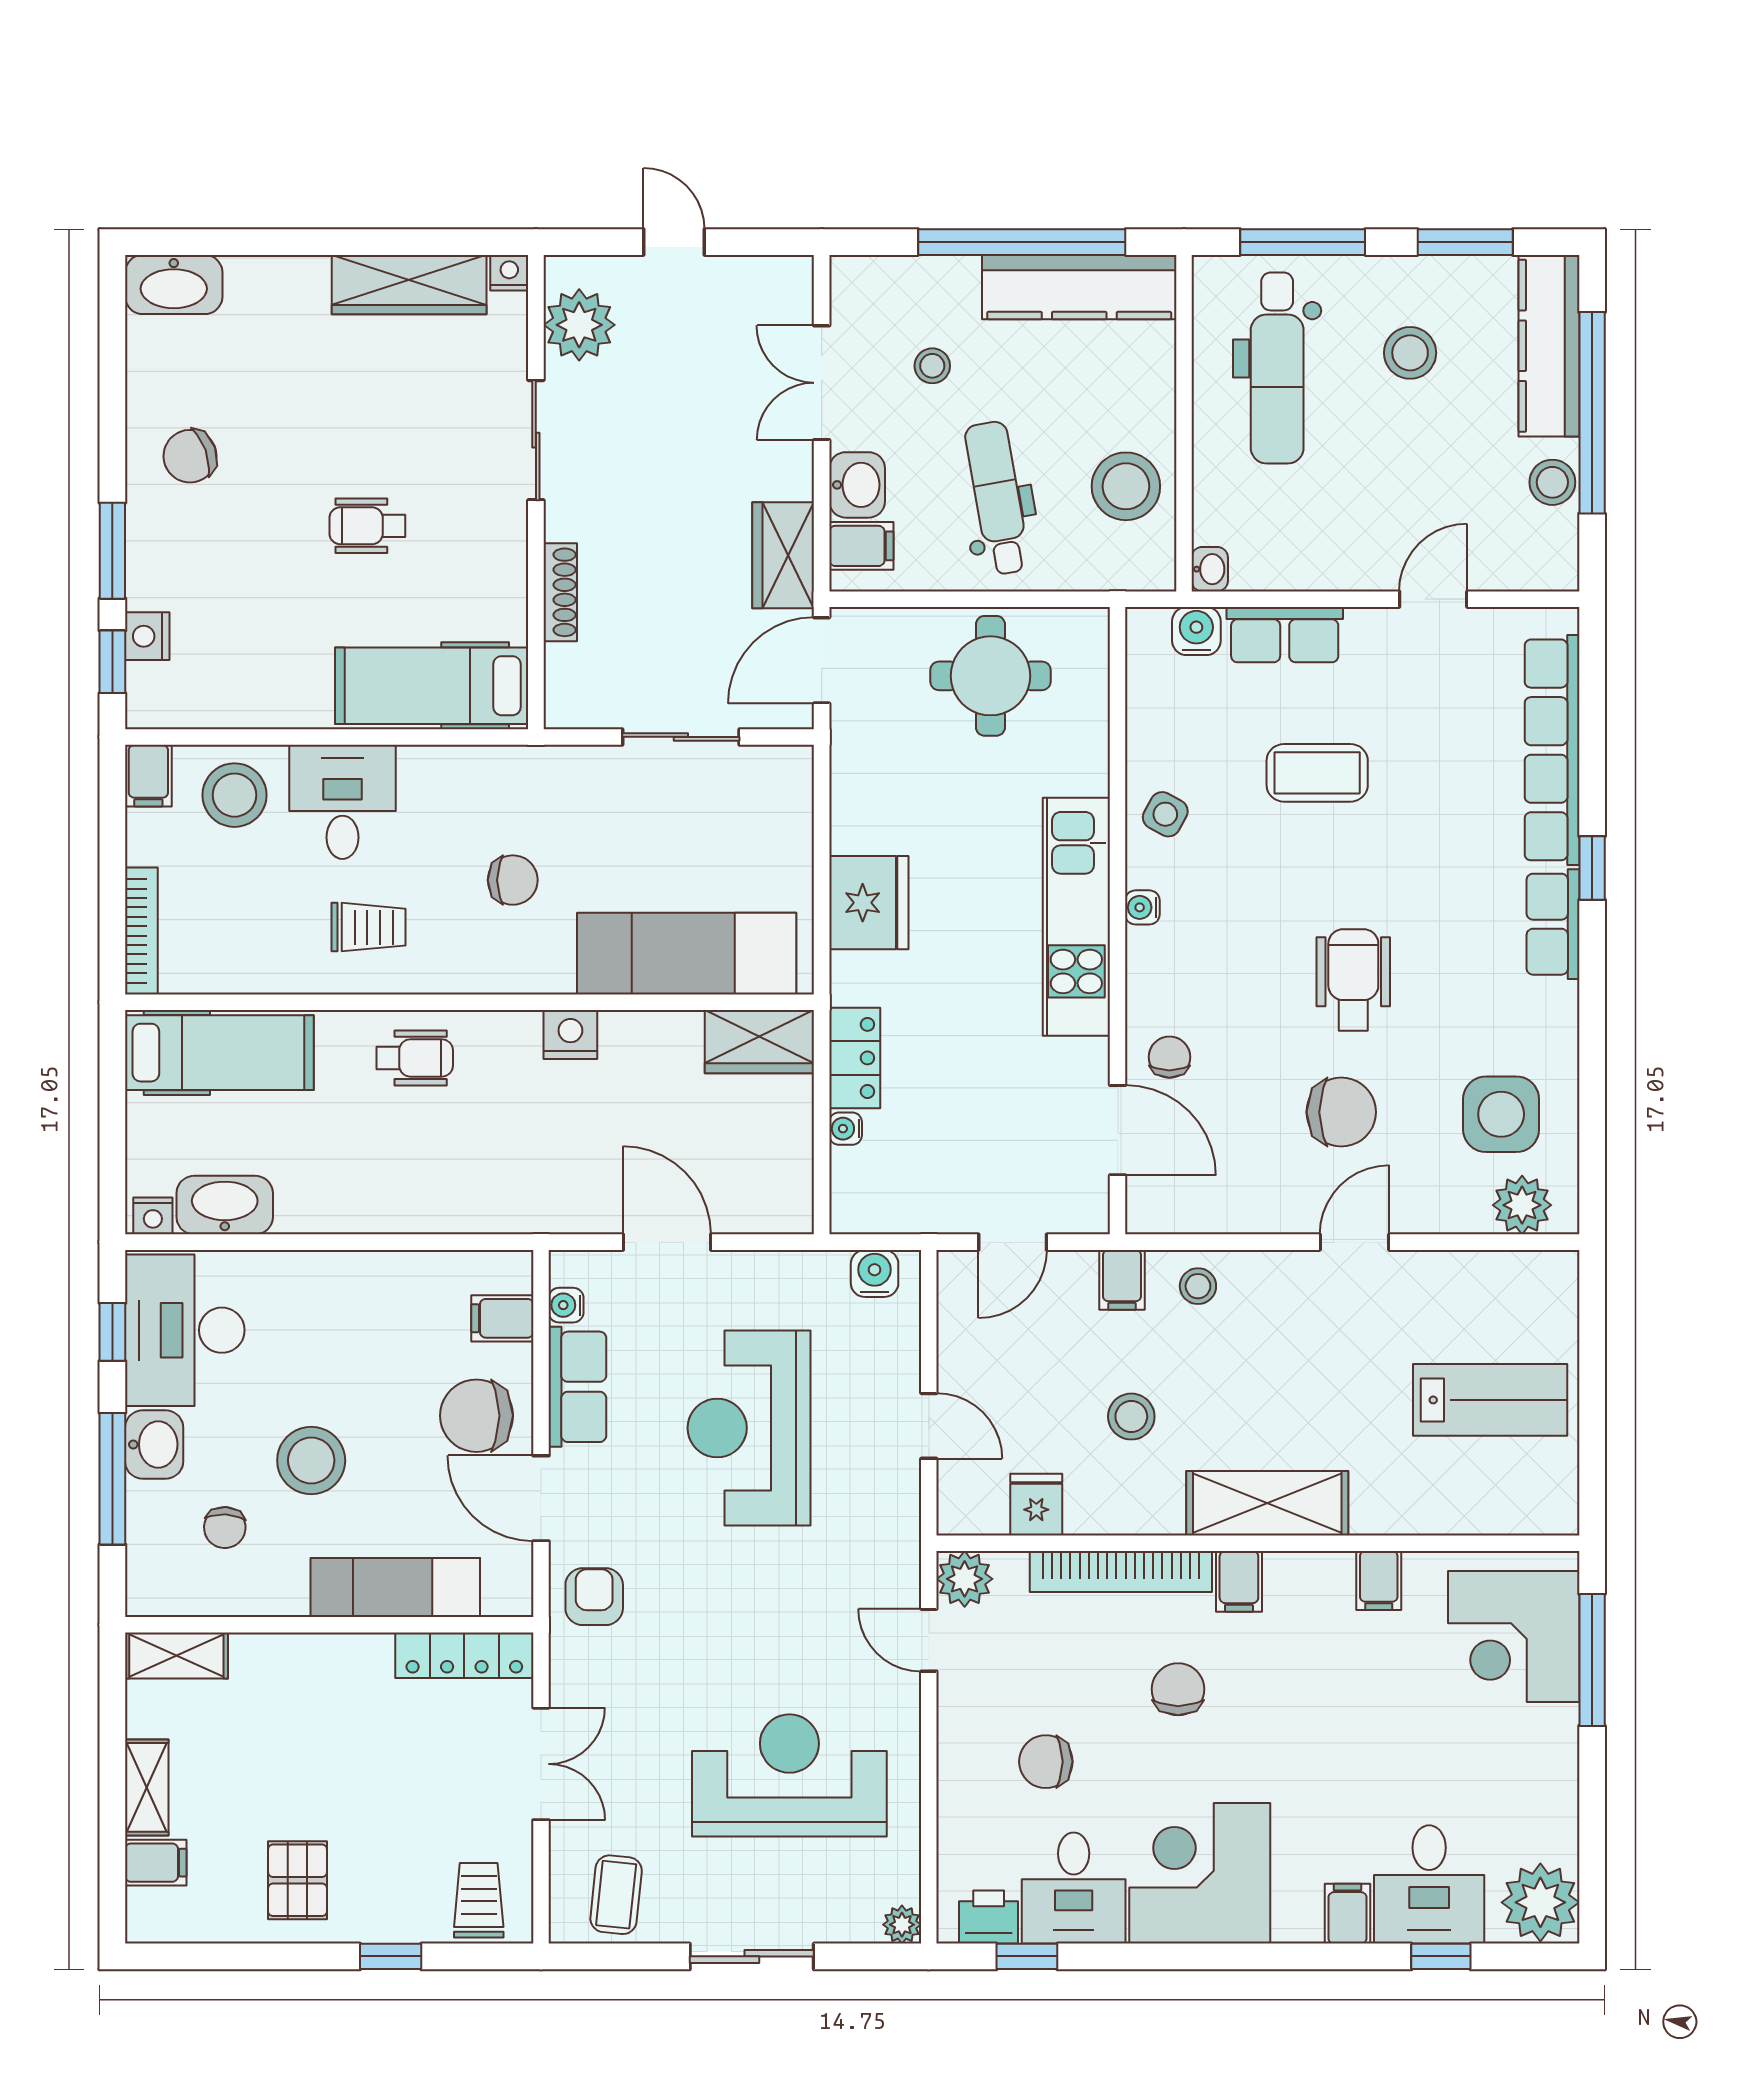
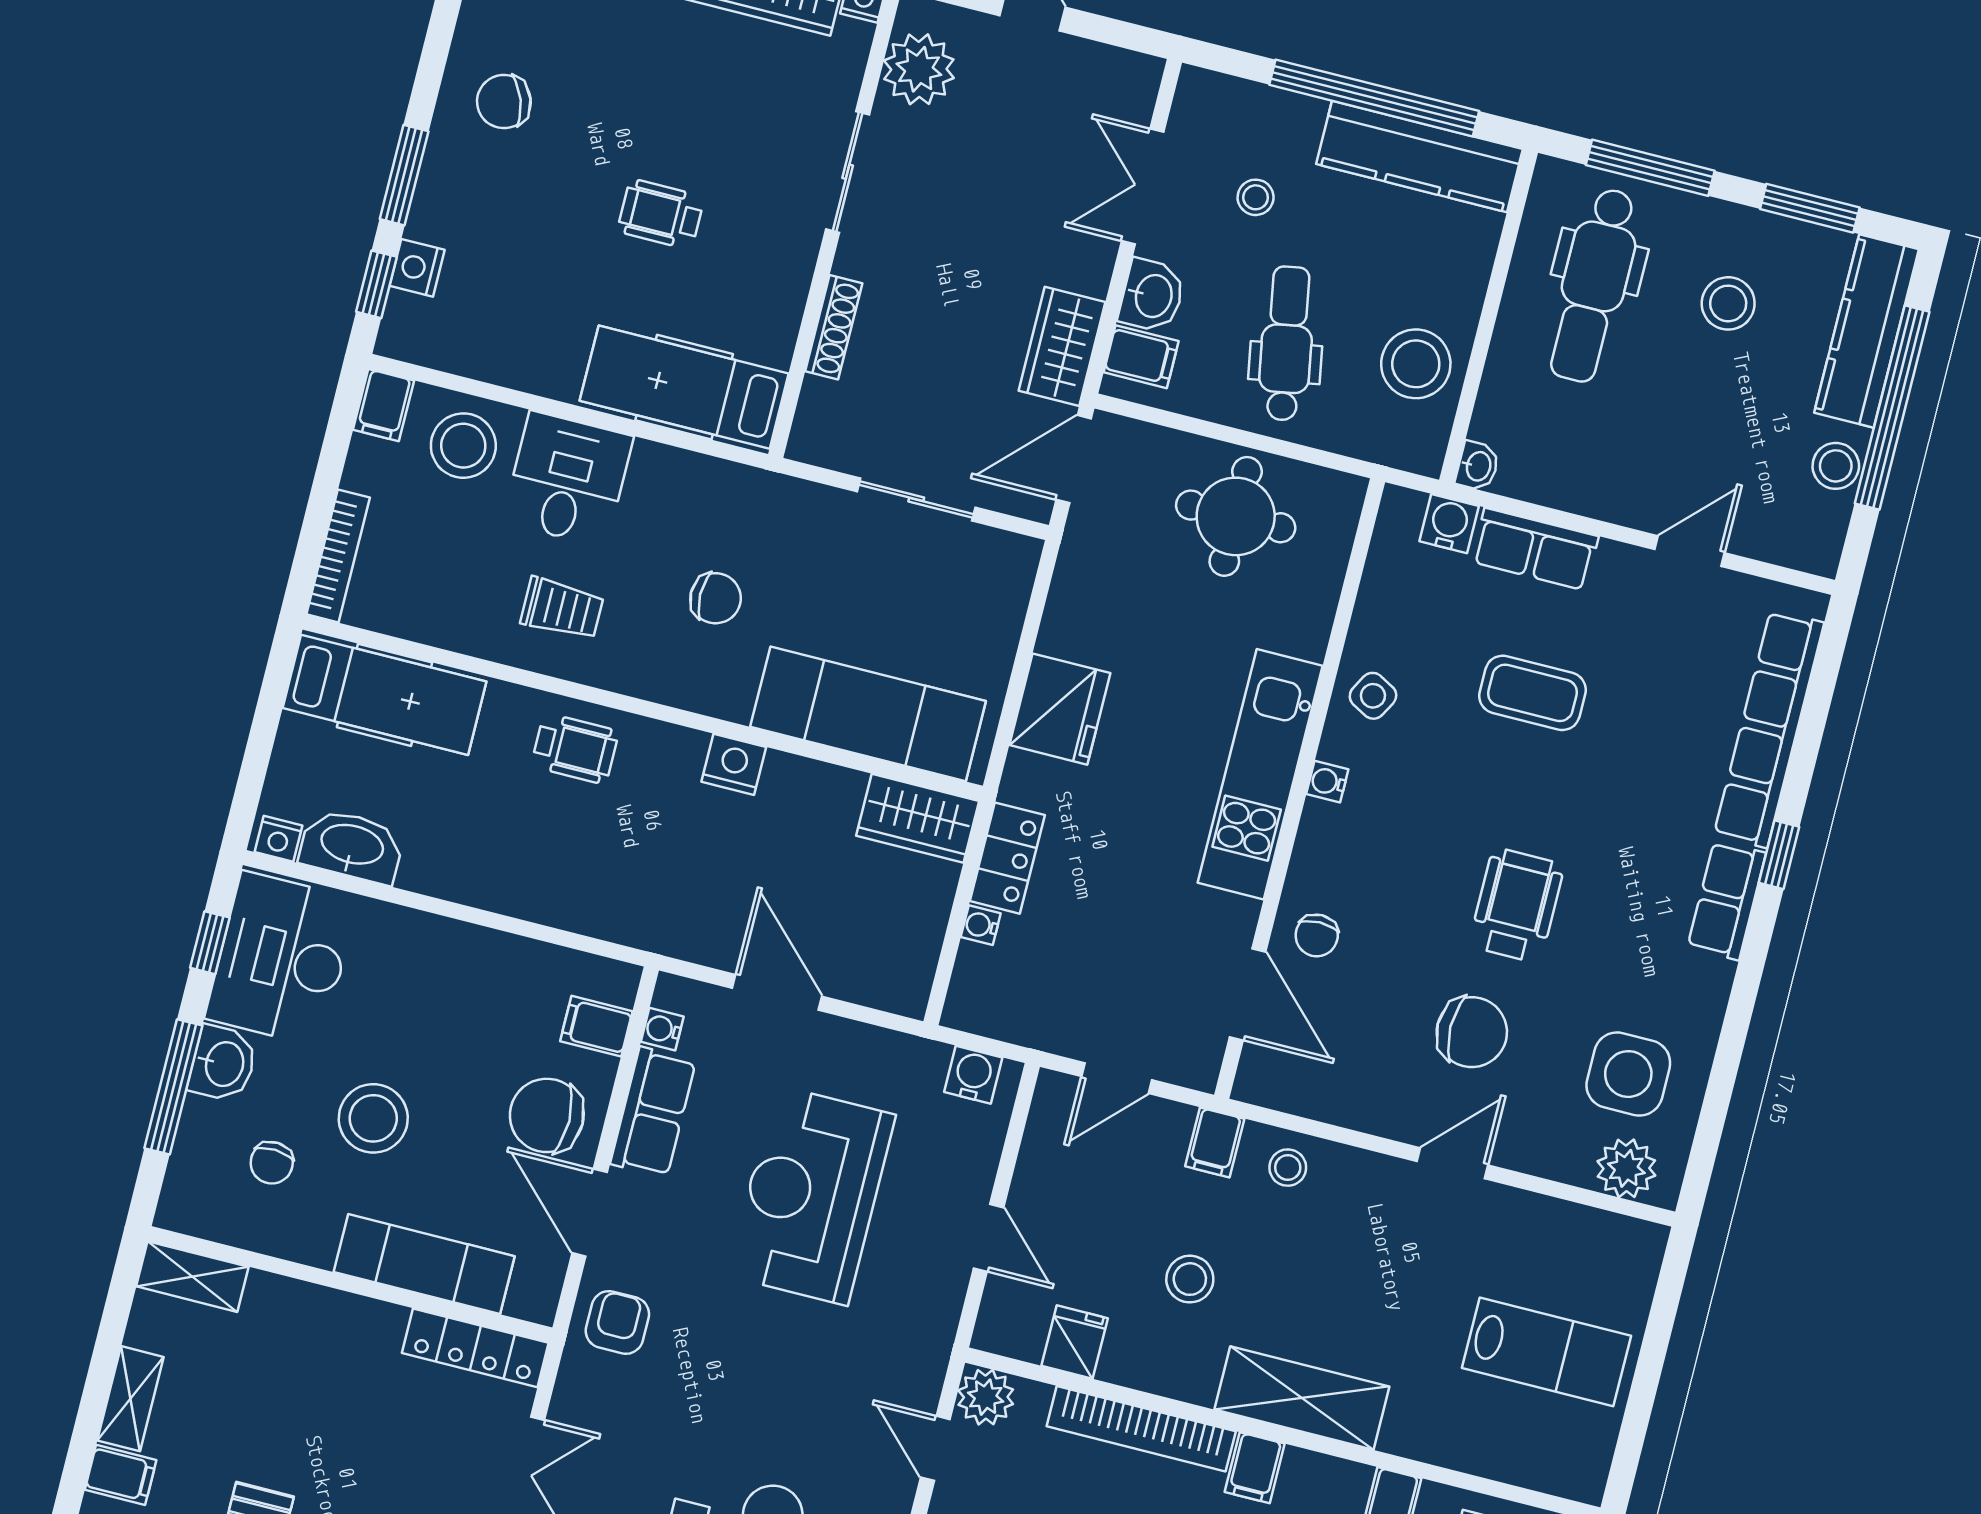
chair: (1169, 1057) -> (1317, 935), turned 180

